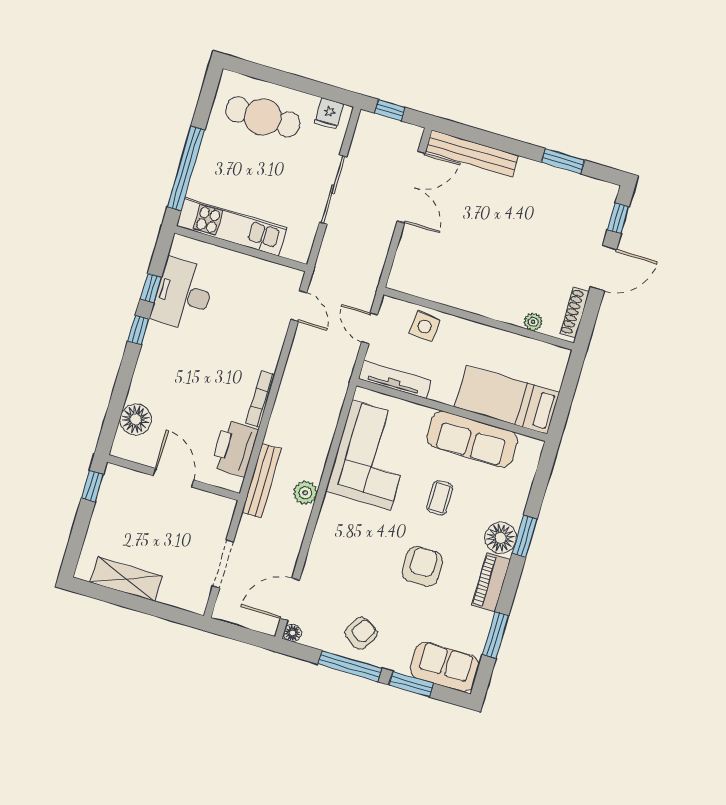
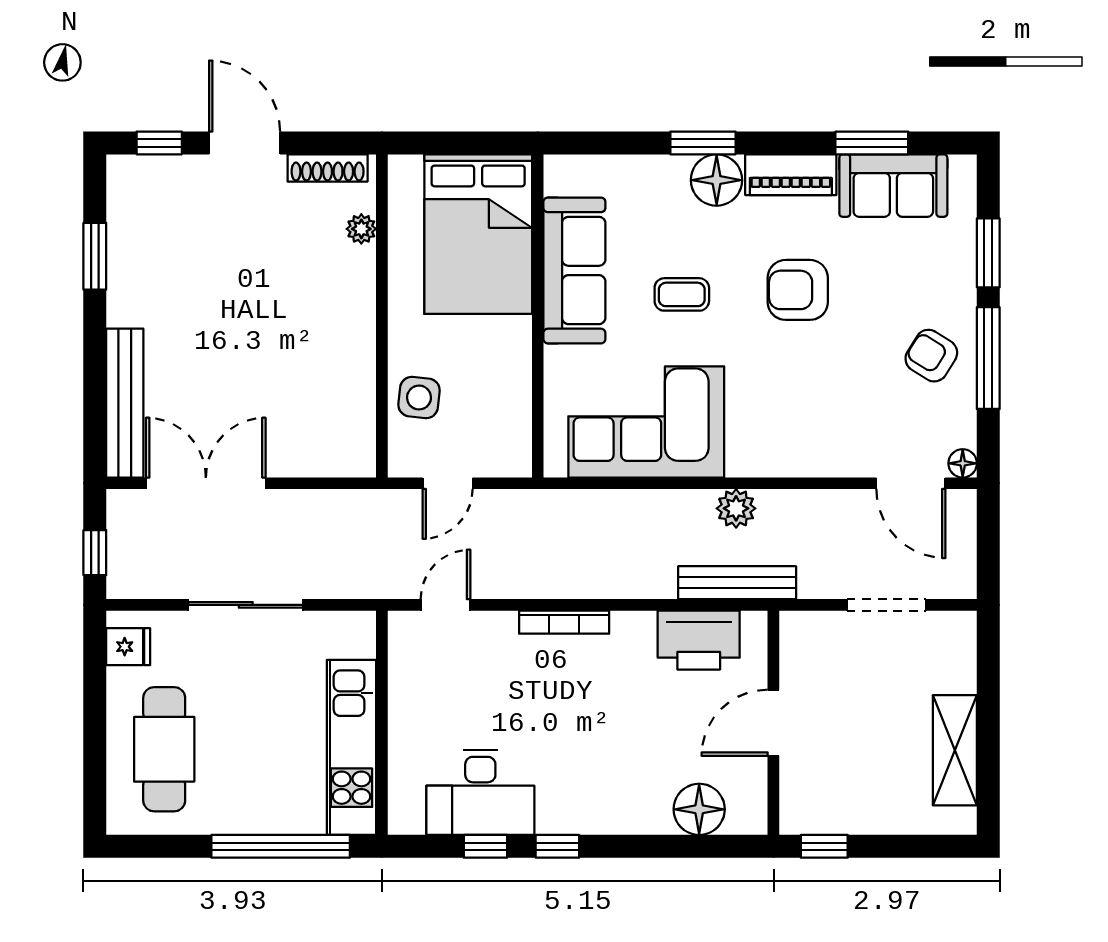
tv unit: (395, 380) -> (516, 420), removed
bookcase: (260, 399) -> (564, 622), moved
bed: (507, 400) -> (478, 234), width x1.50
sofa: (445, 667) -> (893, 186), moved, turned -90

